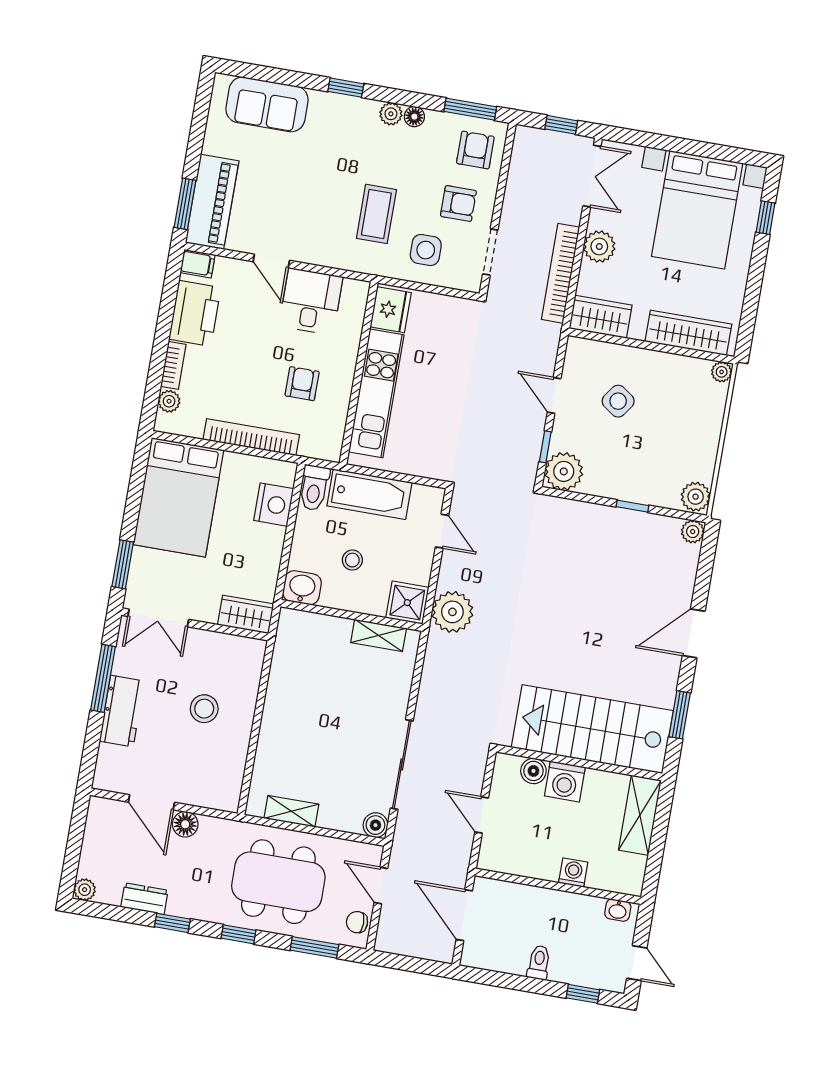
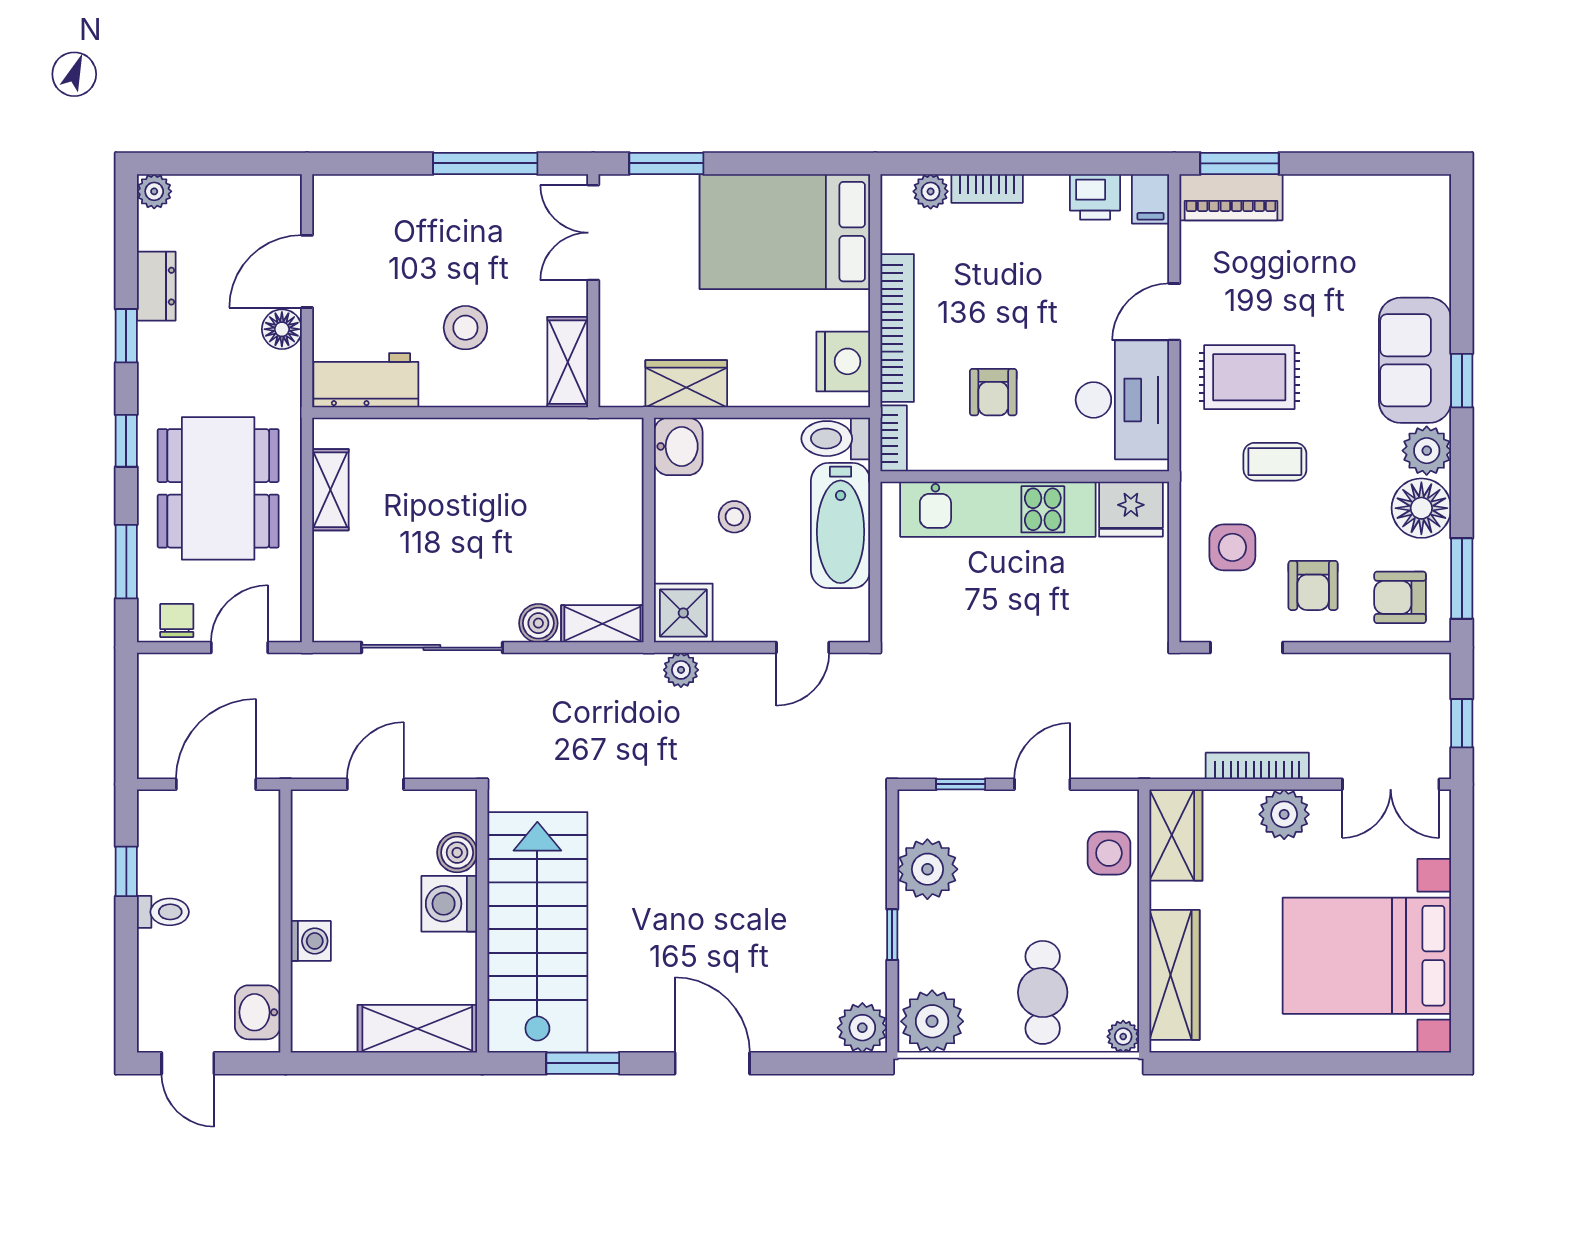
sofa: (267, 104) -> (1415, 360), moved
plant: (391, 114) -> (1427, 451), width x1.38, depth x1.38
floor lamp: (414, 117) -> (1421, 508), width x1.89, depth x1.89
armchair: (475, 150) -> (1400, 597), turned 180
piano: (212, 202) -> (1231, 197), width x0.73, depth x0.75
coffee table: (376, 214) -> (1275, 462), width x0.73, depth x0.77
window: (766, 218) -> (1373, 1063), removed
rug: (321, 221) -> (1249, 377), added
bookcase: (561, 273) -> (1257, 766), width x0.68, depth x0.76
desk: (311, 301) -> (1122, 400), width x1.37
printer: (195, 313) -> (1095, 197), width x0.53, depth x0.68
armchair: (302, 384) -> (993, 392), turned 90
side table: (618, 401) -> (1109, 853), moved, turned -35
cafe table: (685, 418) -> (1043, 992), added
bookcase: (320, 451) -> (894, 438), added
plant: (564, 471) -> (927, 869), moved
plant: (696, 497) -> (932, 1021), width x1.36, depth x1.36
nightstand: (274, 505) -> (843, 361), moved, turned -90
plant: (693, 532) -> (862, 1028), width x1.38, depth x1.38
plant: (452, 612) -> (681, 670), width x0.53, depth x0.53
wardrobe: (246, 614) -> (686, 384), moved, turned -90
shelving: (379, 635) -> (602, 624), moved, turned 90
shelving: (237, 648) -> (568, 362), added
workbench: (122, 711) -> (366, 380), moved, turned 180
boiler: (375, 825) -> (538, 623), moved
washbasin: (618, 910) -> (258, 1012), width x1.38, depth x1.45
door: (637, 963) -> (188, 1063), hinge flipped
window: (583, 994) -> (126, 871), moved

